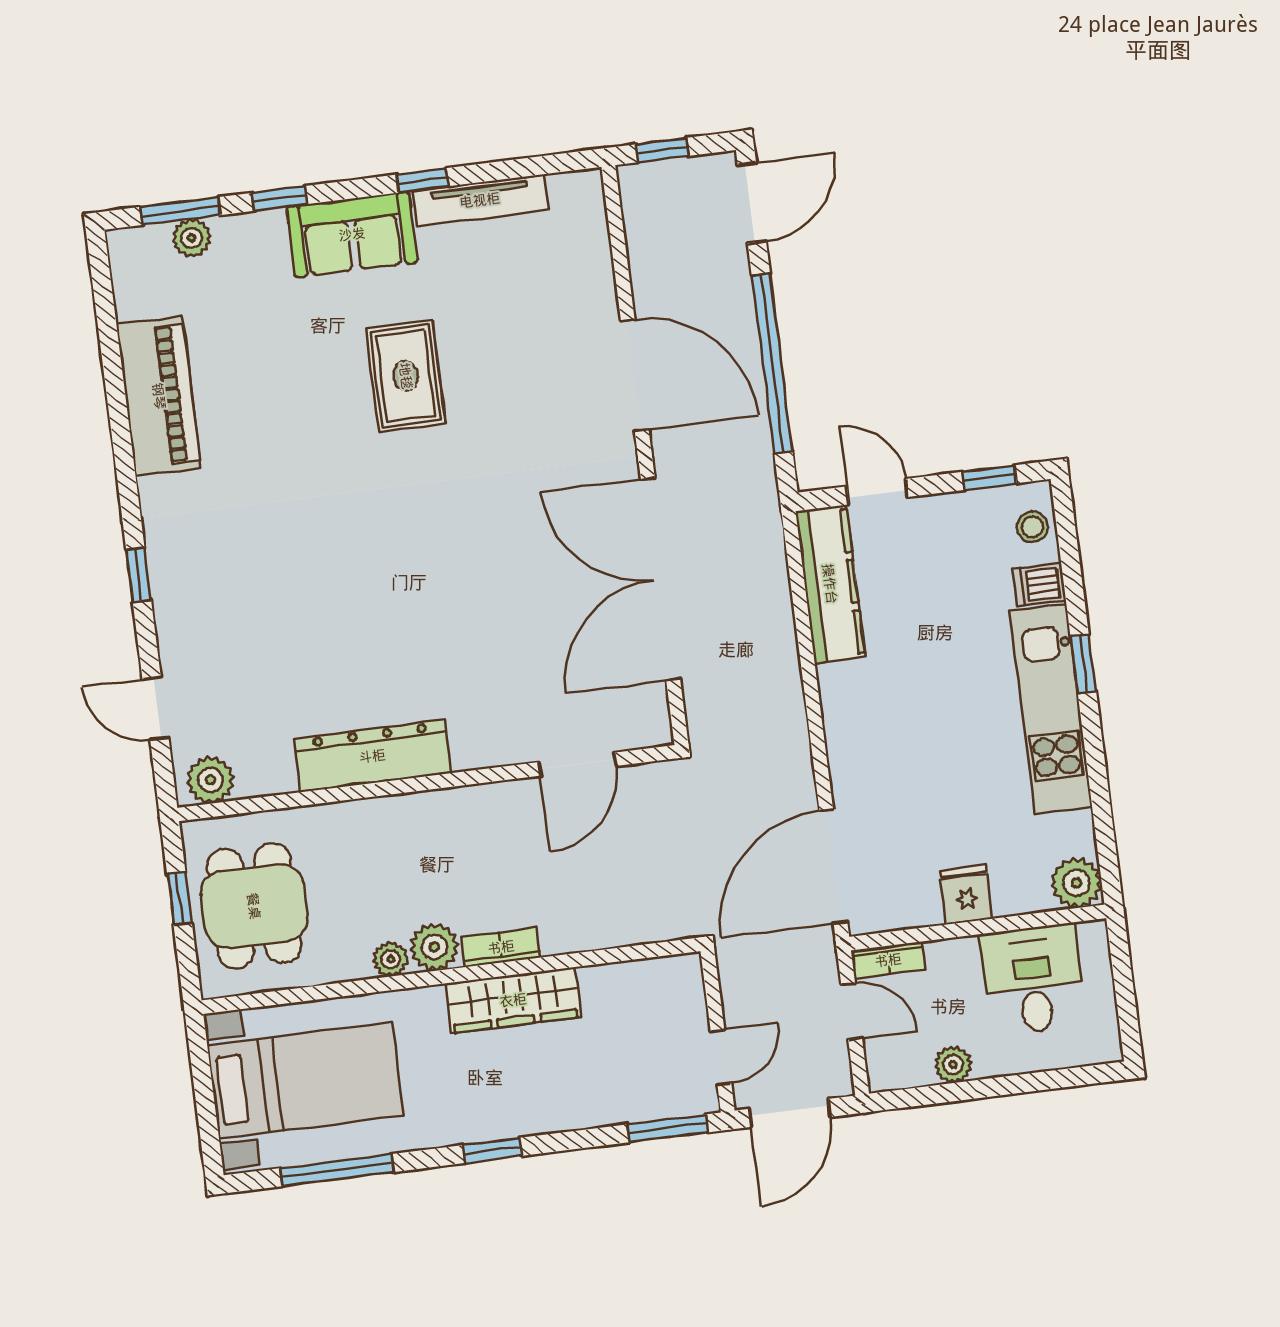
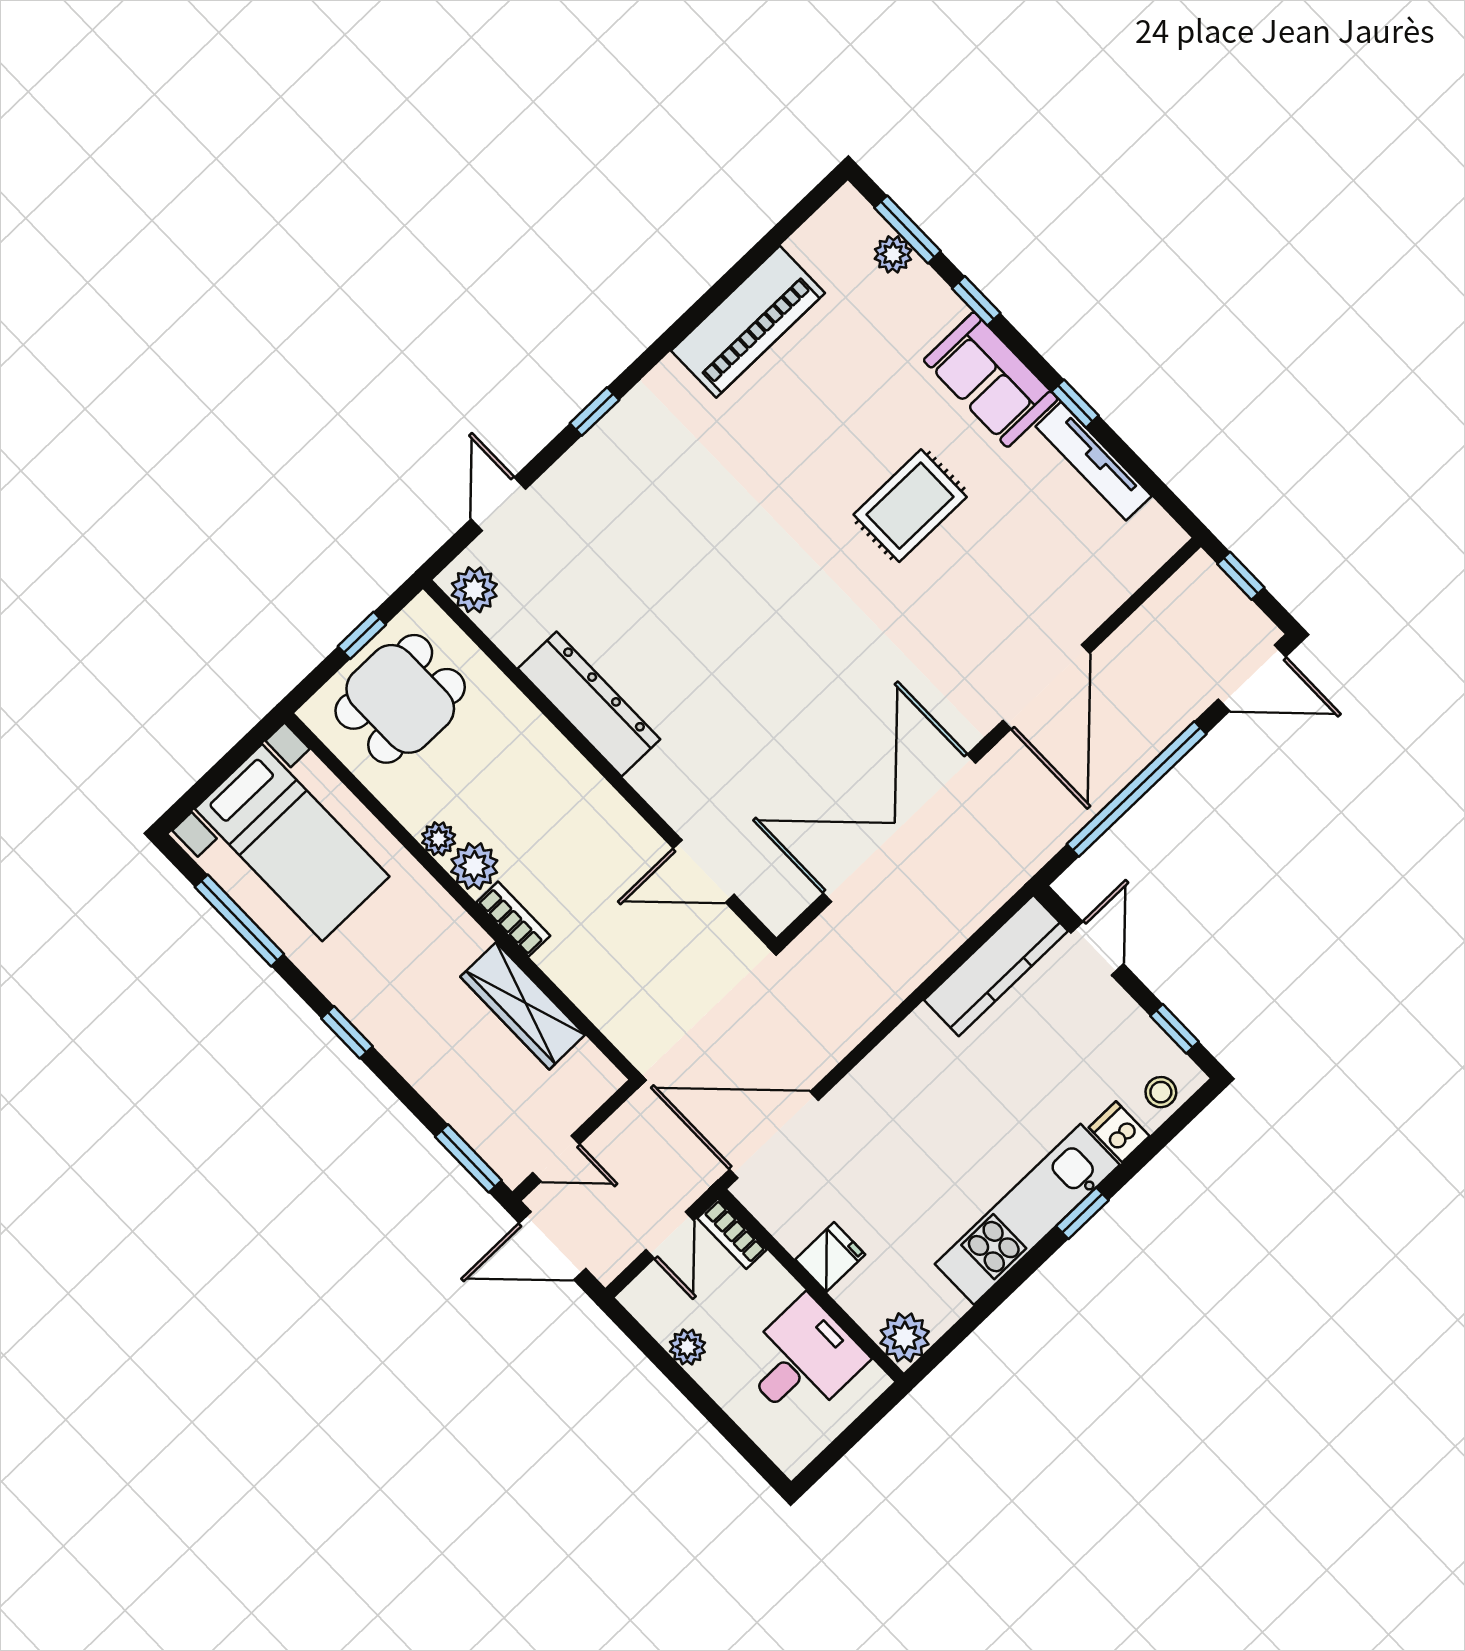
wardrobe: (513, 1000) -> (523, 1006), moved

